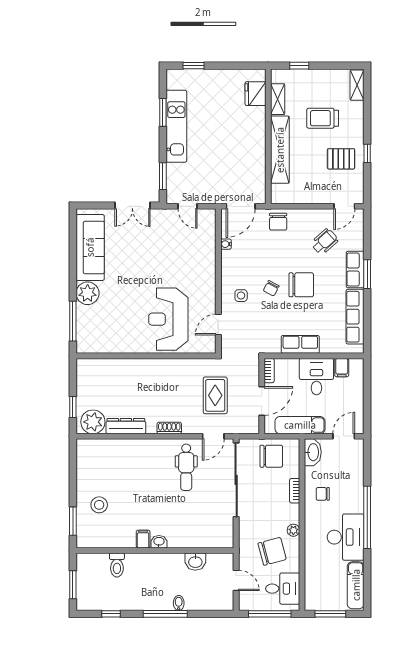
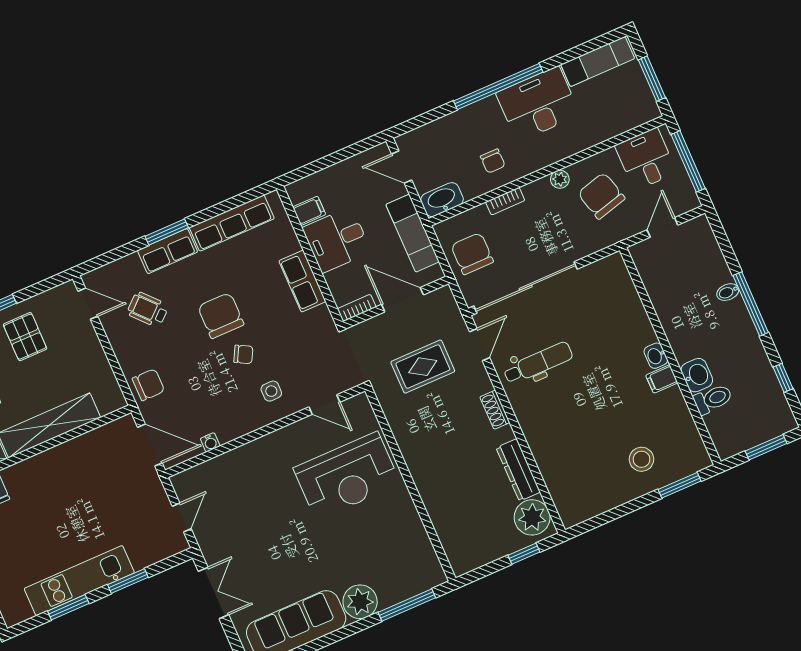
window: (163, 176) -> (128, 581), moved
door: (213, 436) -> (480, 345), hinge flipped
washbasin: (195, 562) -> (697, 375), moved

